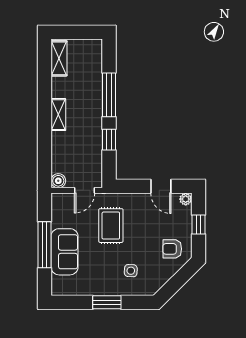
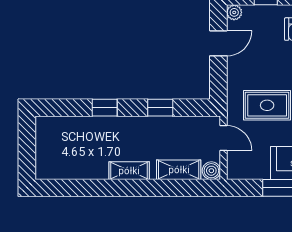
shelving: (59, 58) -> (179, 170), moved
window: (109, 95) -> (105, 108), width x0.46

